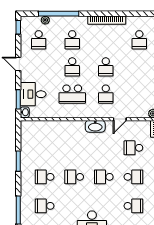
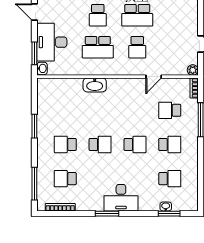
school desk: (106, 67) -> (137, 15), width x1.85
desk: (33, 94) -> (52, 42), width x1.37
washbasin: (95, 126) -> (95, 85), moved
school desk: (74, 177) -> (100, 144), turned 180
school desk: (104, 177) -> (135, 144), turned 180

